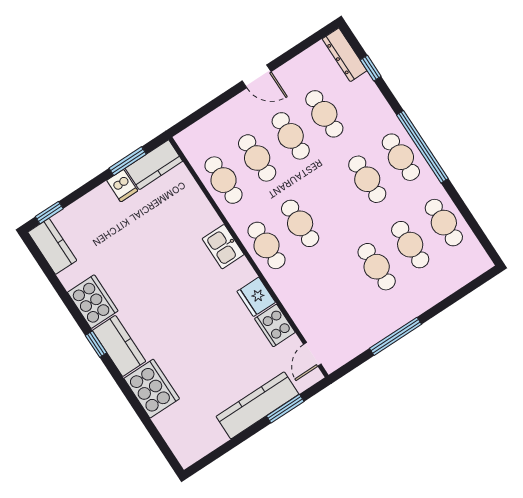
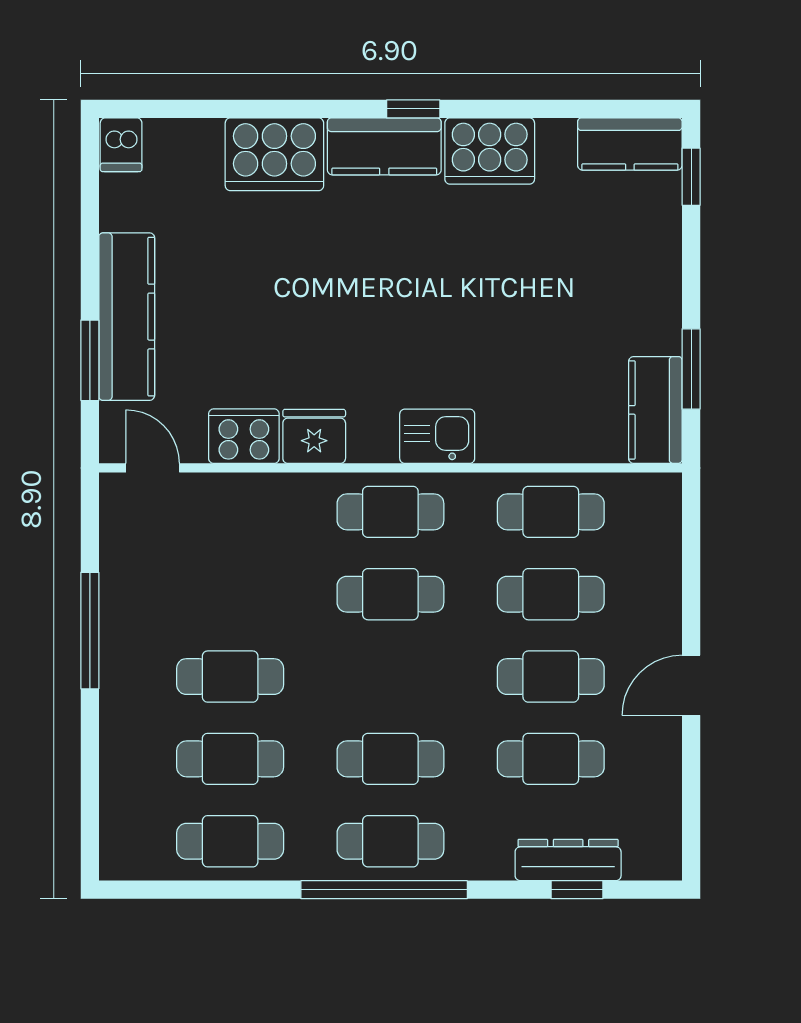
dresser: (345, 55) -> (568, 860), moved
dishwasher: (122, 186) -> (121, 145), moved, turned -90

